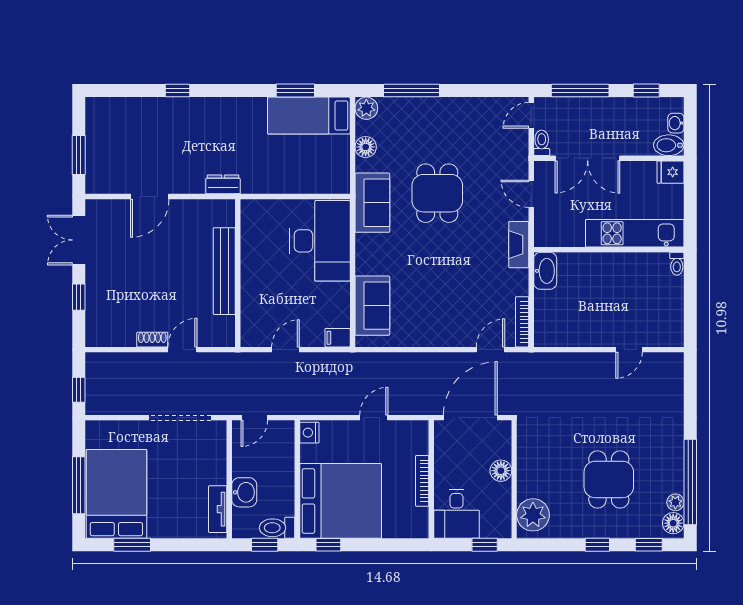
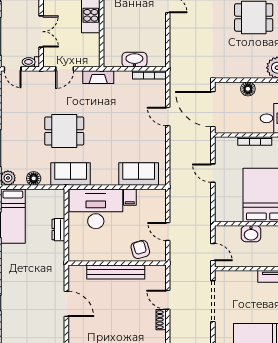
double door: (588, 158) -> (41, 32), width x0.73
dresser: (223, 184) -> (58, 230), moved
door: (150, 197) -> (66, 304), moved
washbasin: (545, 271) -> (134, 60), moved
armchair: (258, 308) -> (140, 249), added
filing cabinet: (338, 338) -> (130, 197), moved
door: (490, 350) -> (168, 117), moved
nightstand: (309, 433) -> (223, 216), removed
washbasin: (244, 492) -> (251, 234), moved, turned 180

